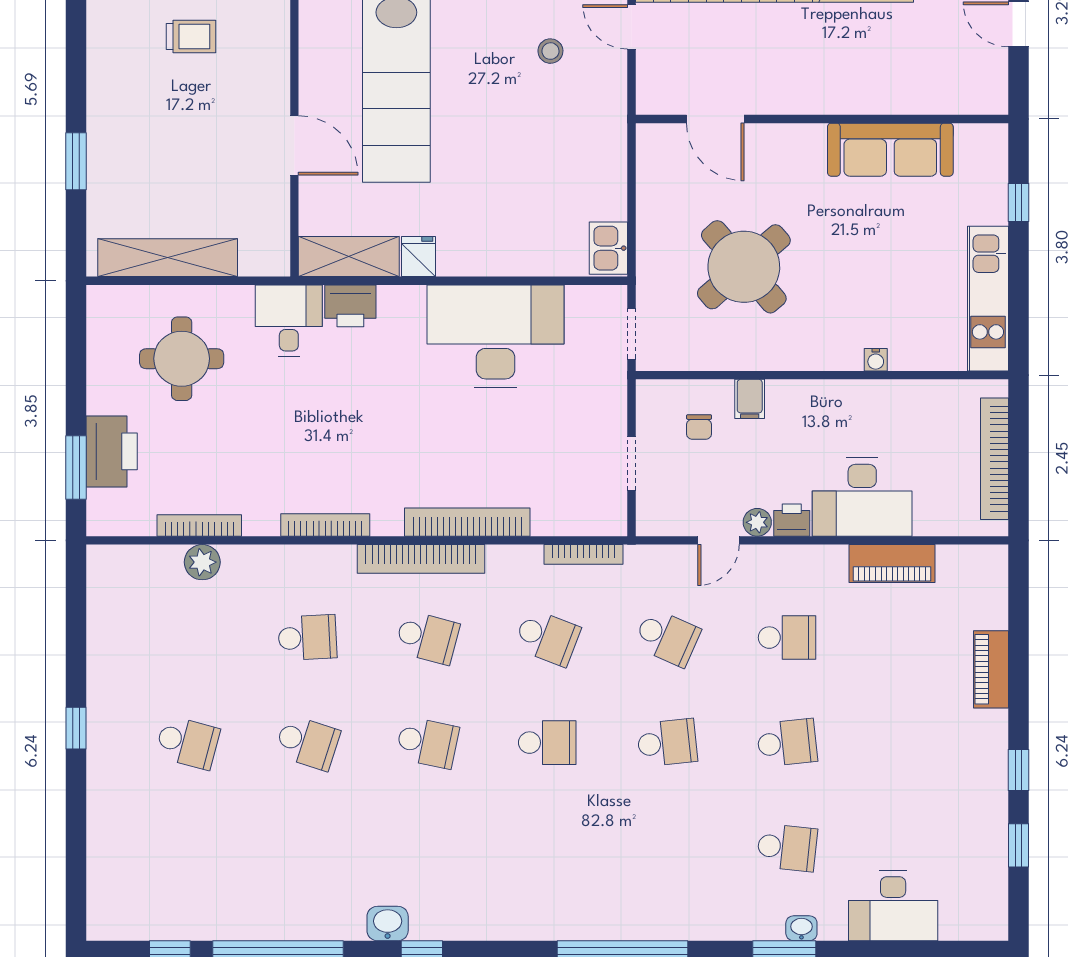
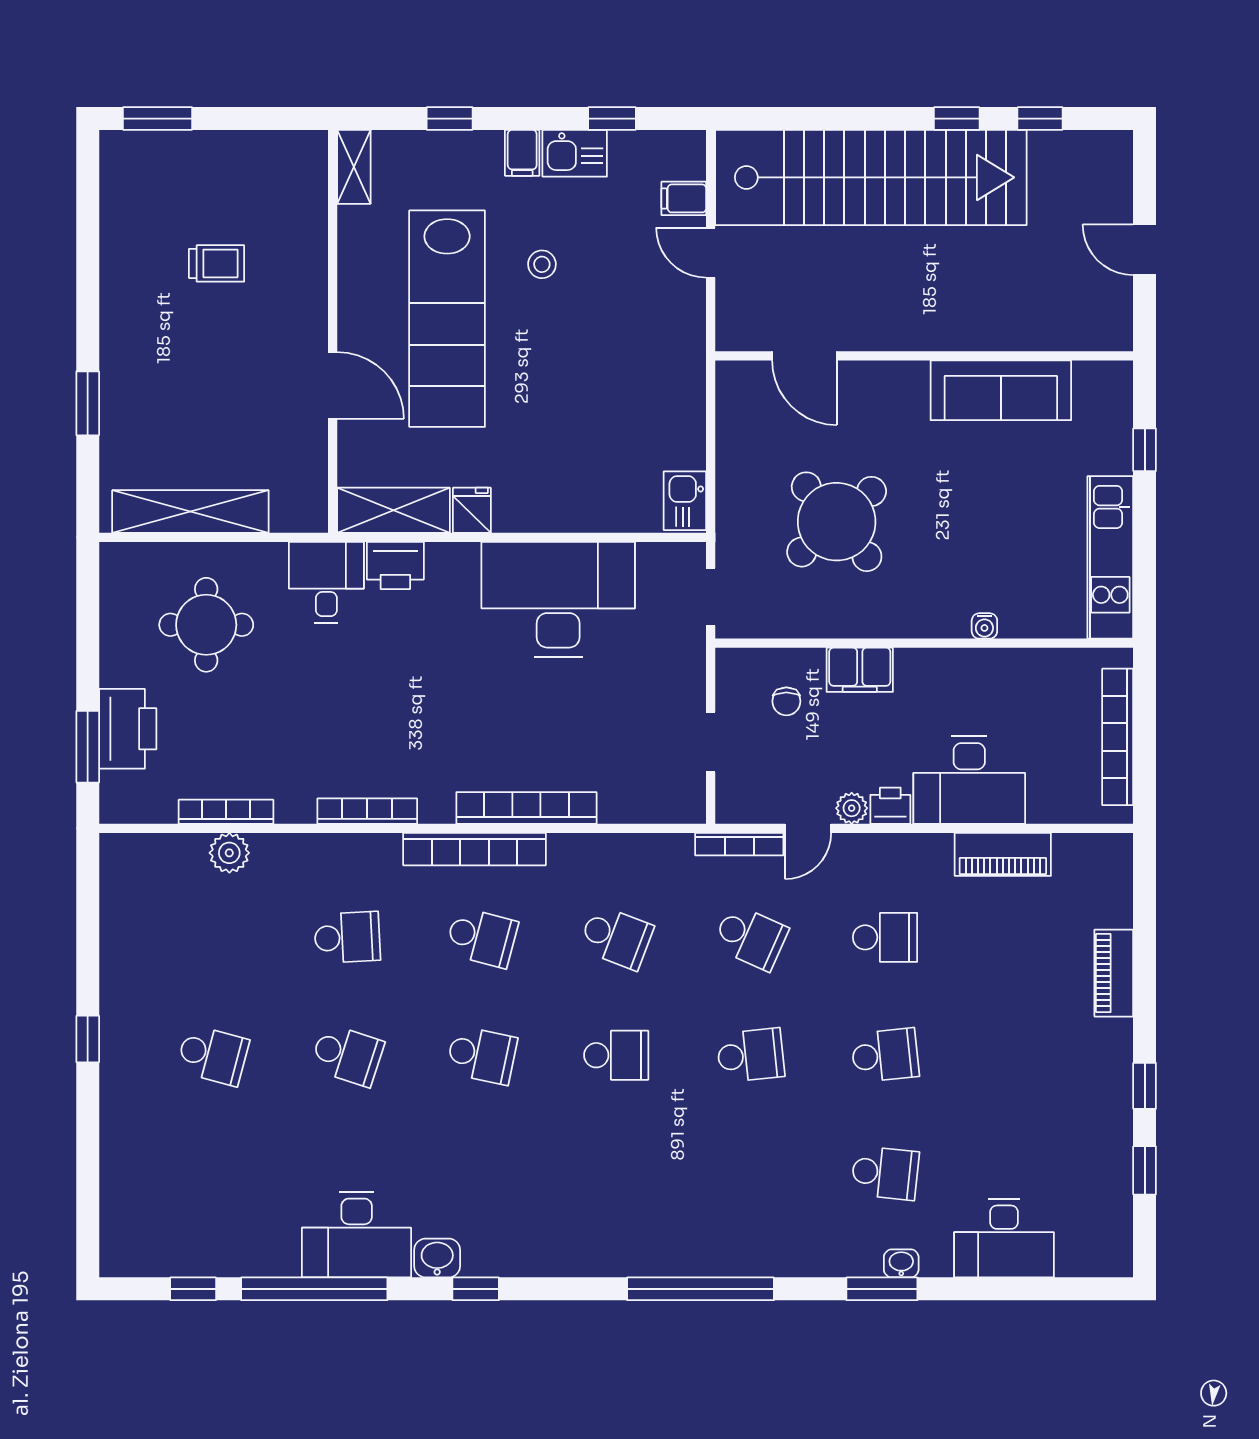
stool: (550, 51) -> (542, 264), moved
filing cabinet: (750, 399) -> (860, 670), width x2.00
bookcase: (584, 554) -> (739, 844), moved
desk: (316, 903) -> (357, 1235), added

